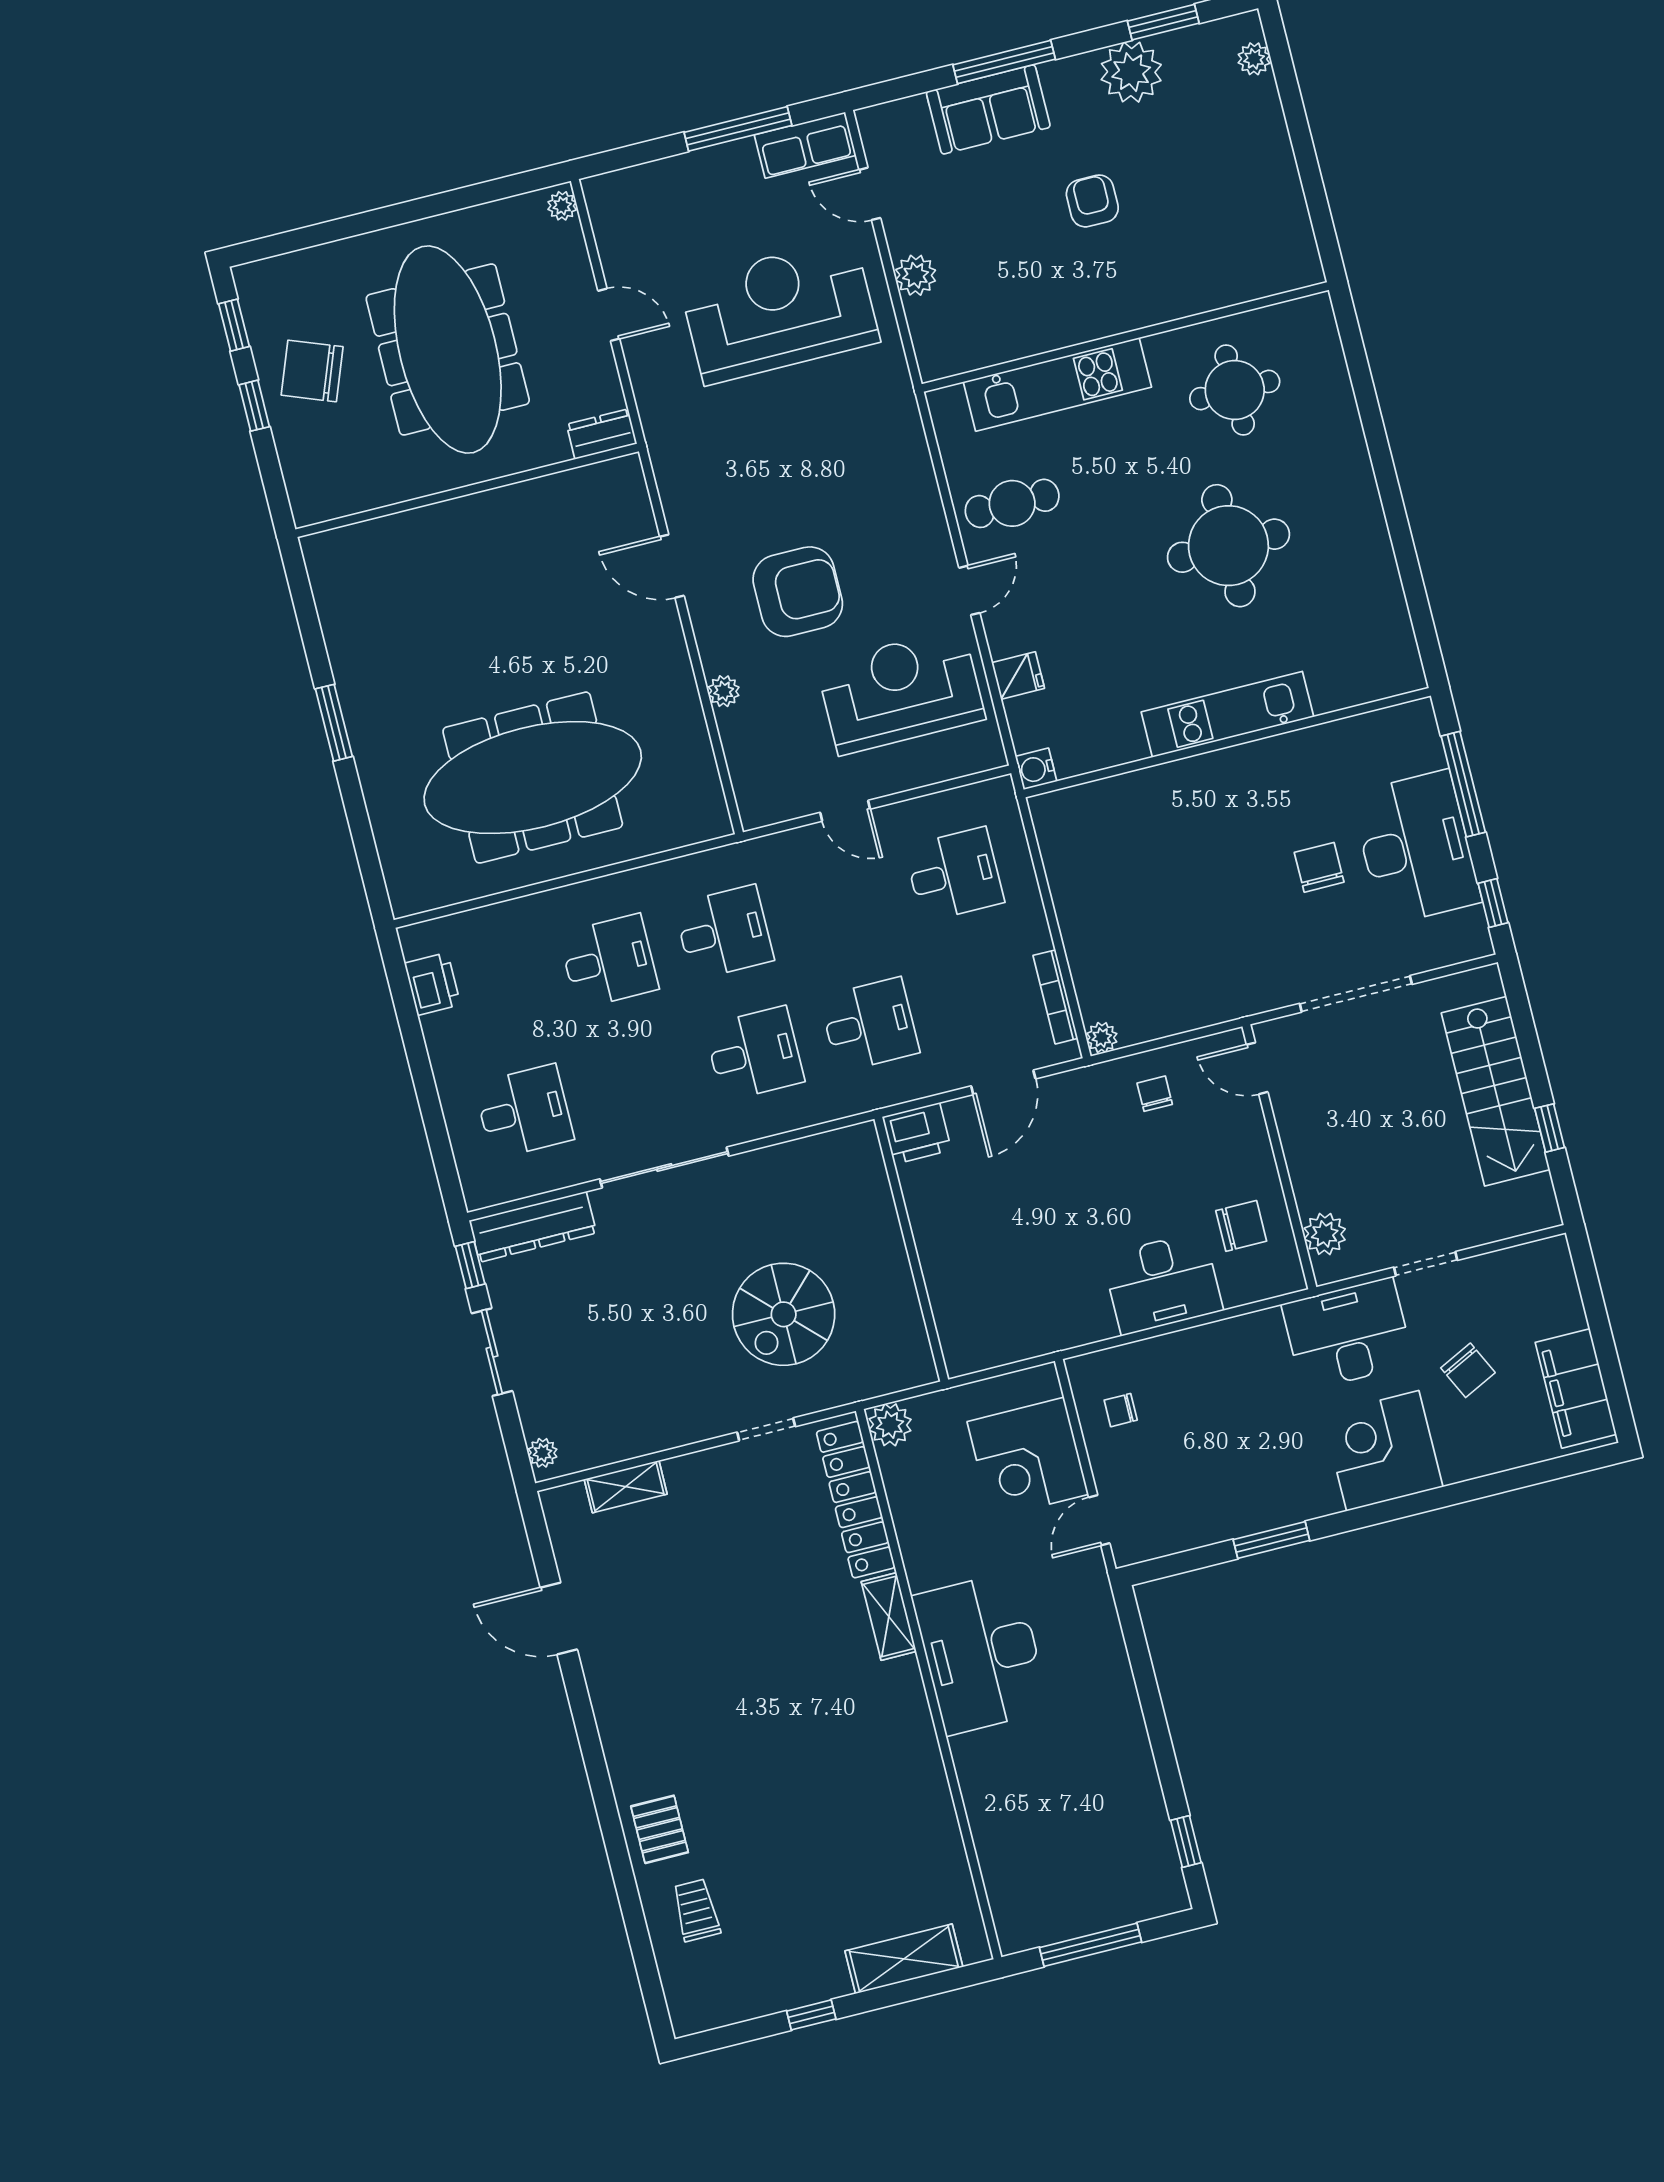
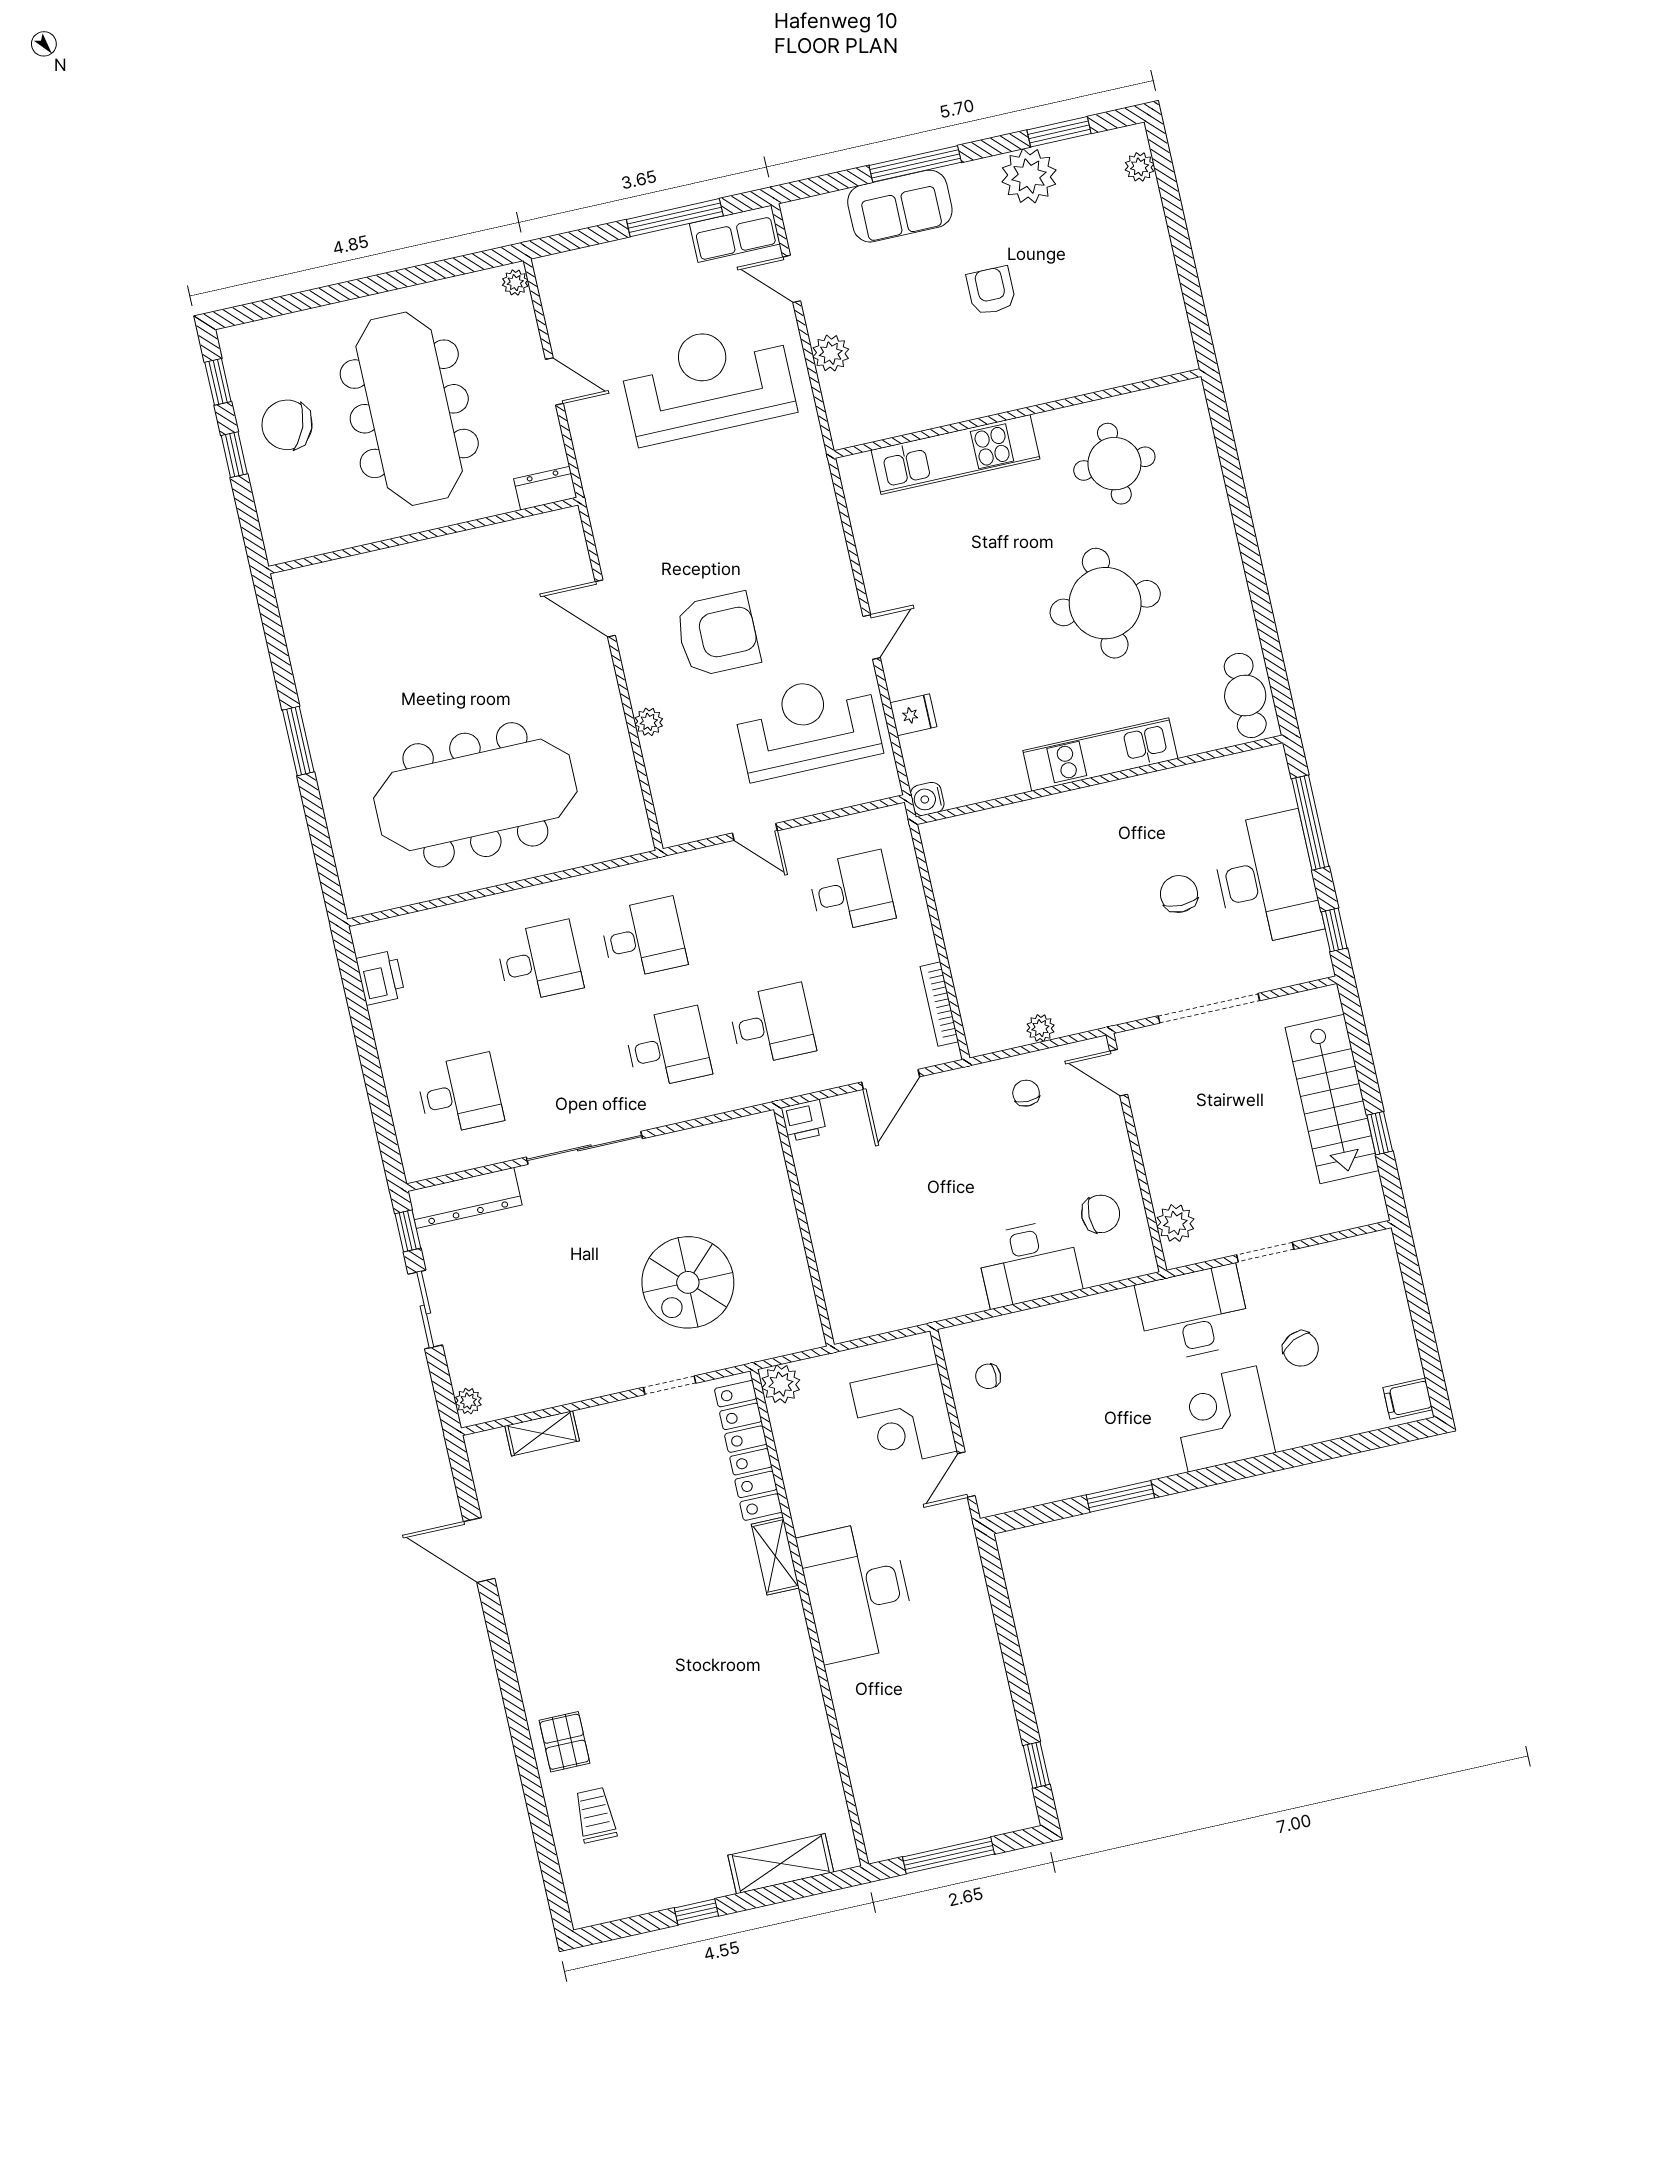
cafe table: (1012, 503) -> (1245, 695), moved, turned 90
plant: (1102, 1038) -> (1040, 1028), moved
printer: (917, 1133) -> (804, 1121), width x0.73, depth x0.81
filing cabinet: (1576, 1388) -> (1408, 1399), width x0.33, depth x0.86

